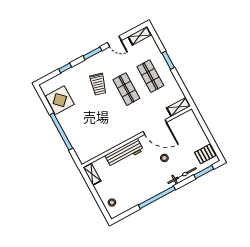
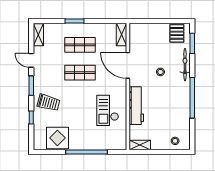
door: (114, 41) -> (31, 60), swing flipped
trolley: (98, 84) -> (48, 103), moved
door: (155, 127) -> (128, 65), swing flipped
checkout: (107, 130) -> (108, 110), added

